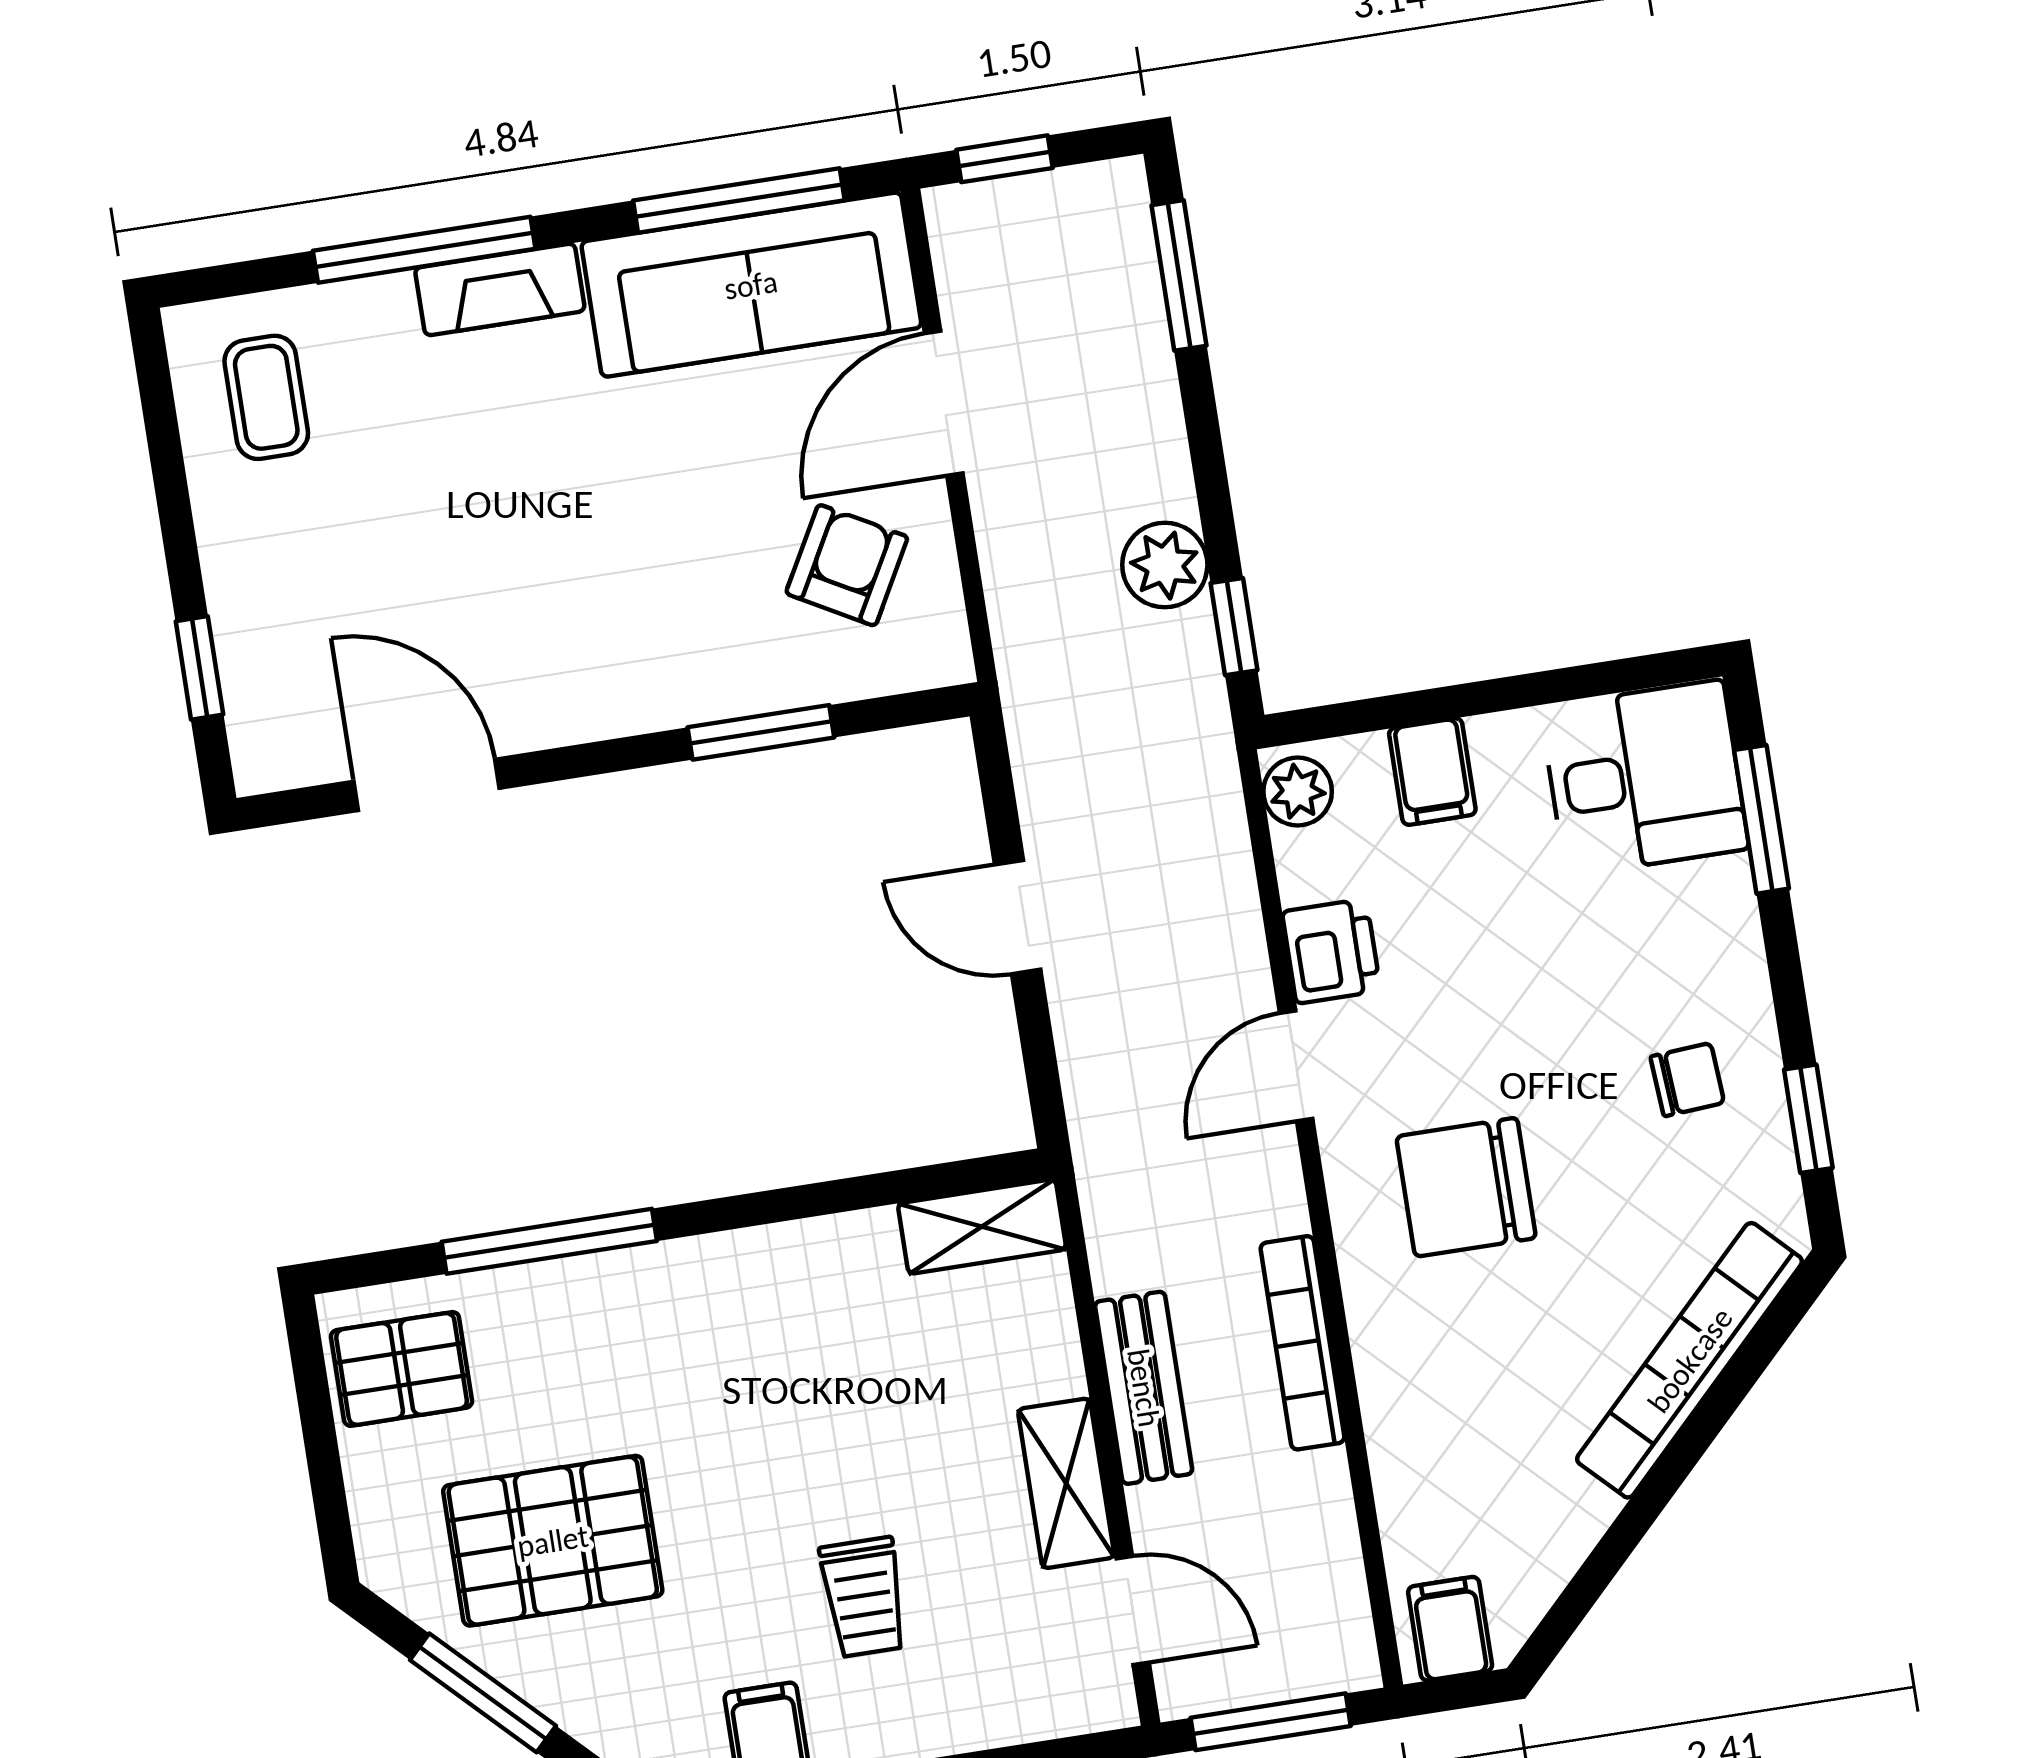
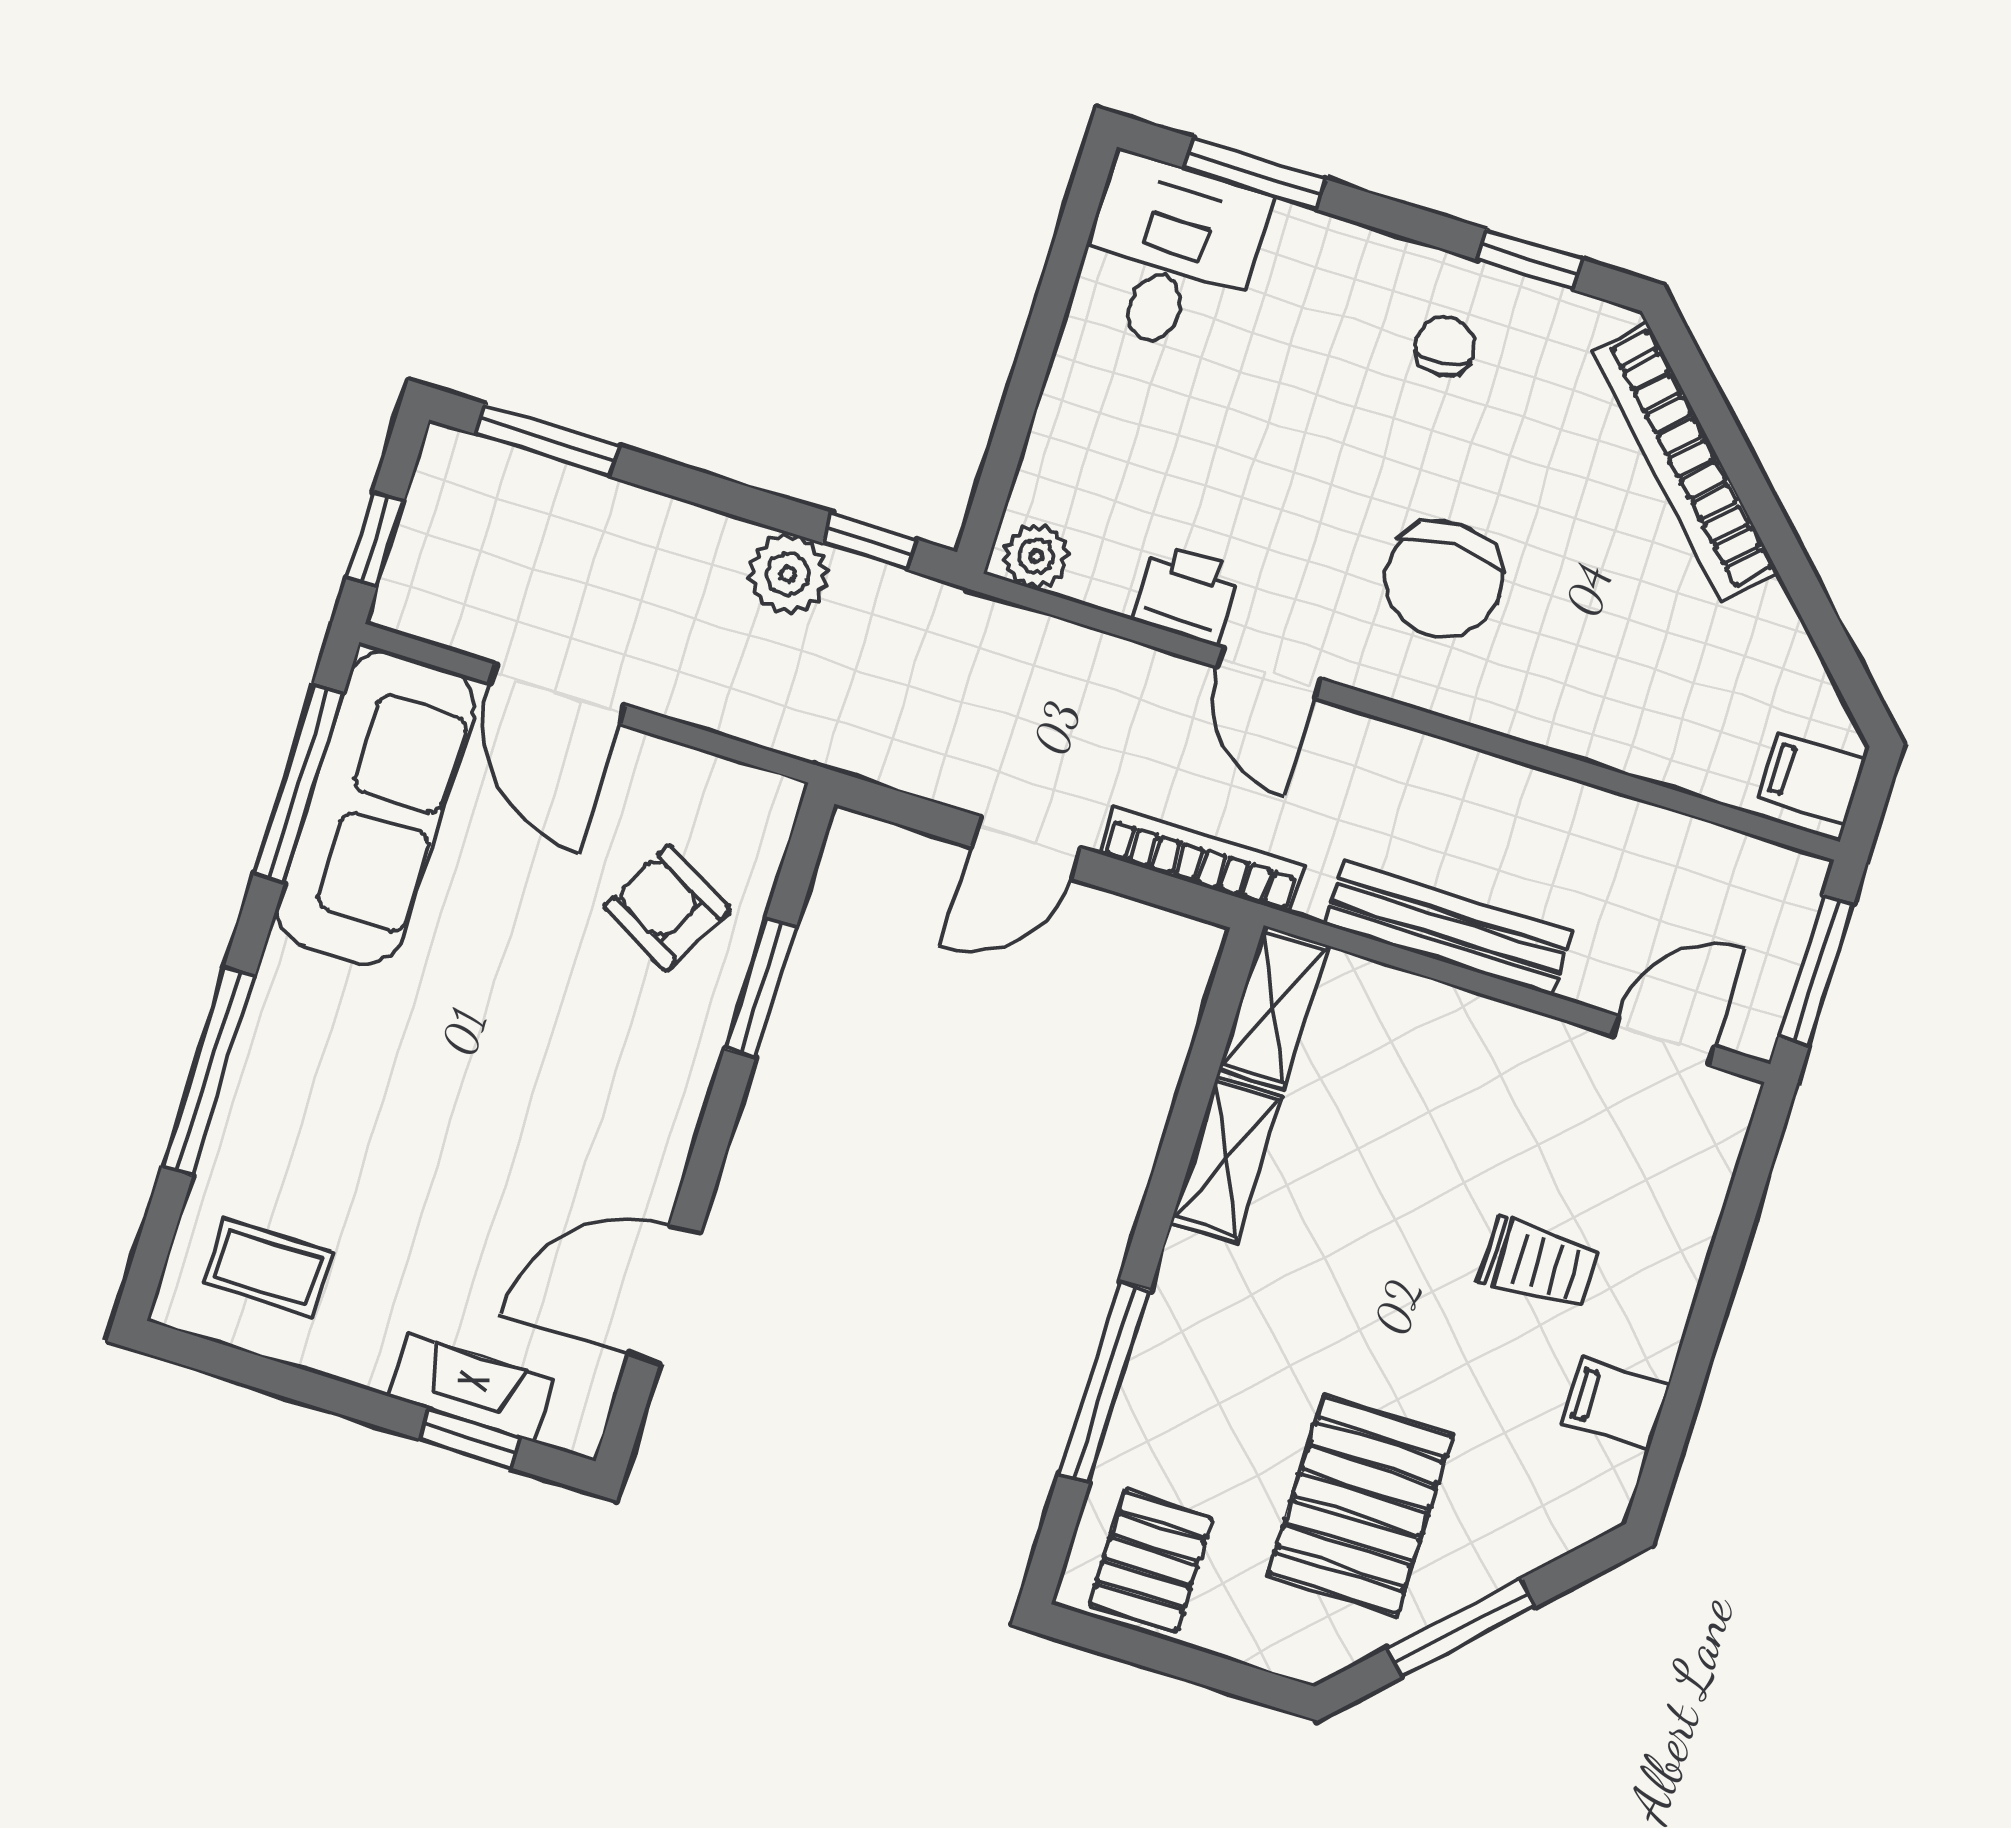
fireplace: (500, 289) -> (471, 1388), moved, turned -90
armchair: (847, 565) -> (667, 908), moved
filing cabinet: (1432, 772) -> (1076, 433), removed
bookcase: (1302, 1343) -> (1202, 860), moved, turned 180
bench: (1144, 1388) -> (1448, 928), width x1.36
shelving: (1066, 1483) -> (1227, 1159), moved, turned 90

